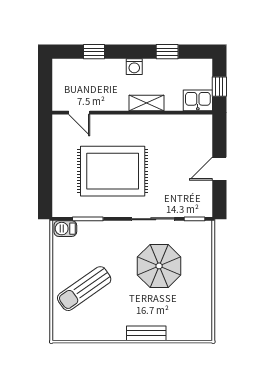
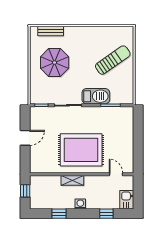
kitchen sink: (198, 100) -> (127, 200), moved, turned 90
rug: (113, 171) -> (81, 150), moved
barbecue: (65, 229) -> (96, 96), moved, width x1.88, depth x1.53
parasol: (159, 266) -> (55, 63), moved
bench: (146, 333) -> (51, 31), moved

